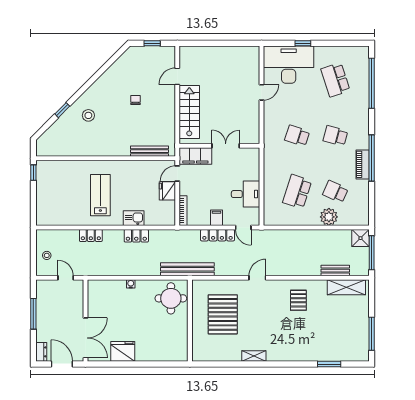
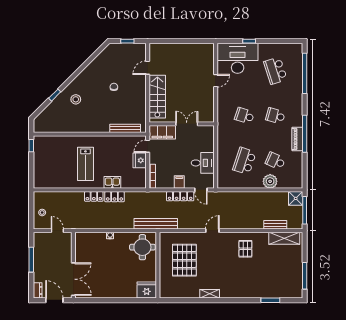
lab bench: (100, 195) -> (85, 164), turned 180
locker: (91, 235) -> (94, 196), moved
fridge: (123, 351) -> (147, 290), moved

